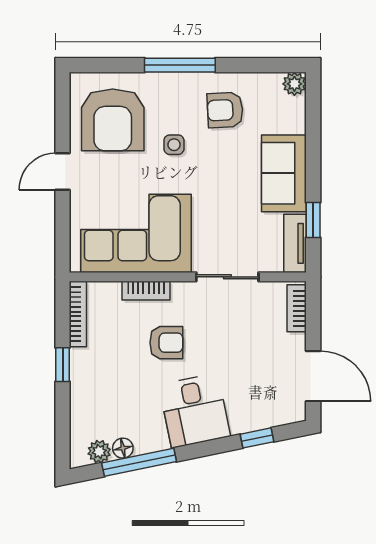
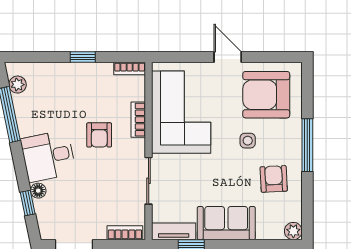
bookcase: (78, 314) -> (130, 69), width x0.64
floor lamp: (123, 448) -> (38, 191), moved

